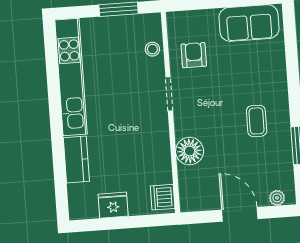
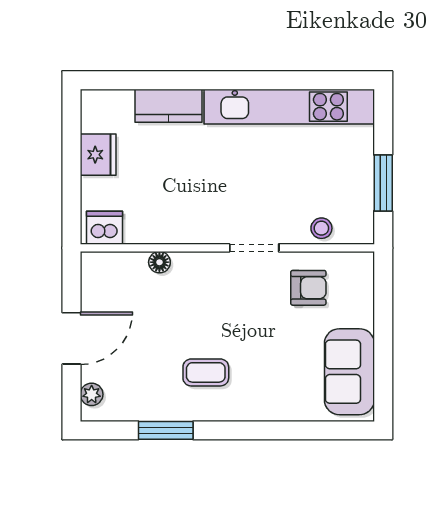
floor lamp: (190, 151) -> (159, 262), width x0.53, depth x0.53

